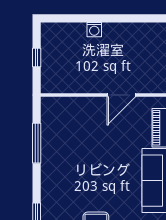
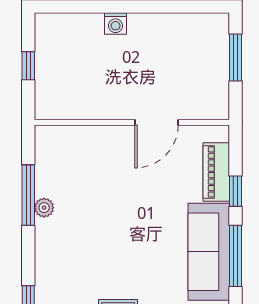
plant: (47, 151) -> (44, 208), added

